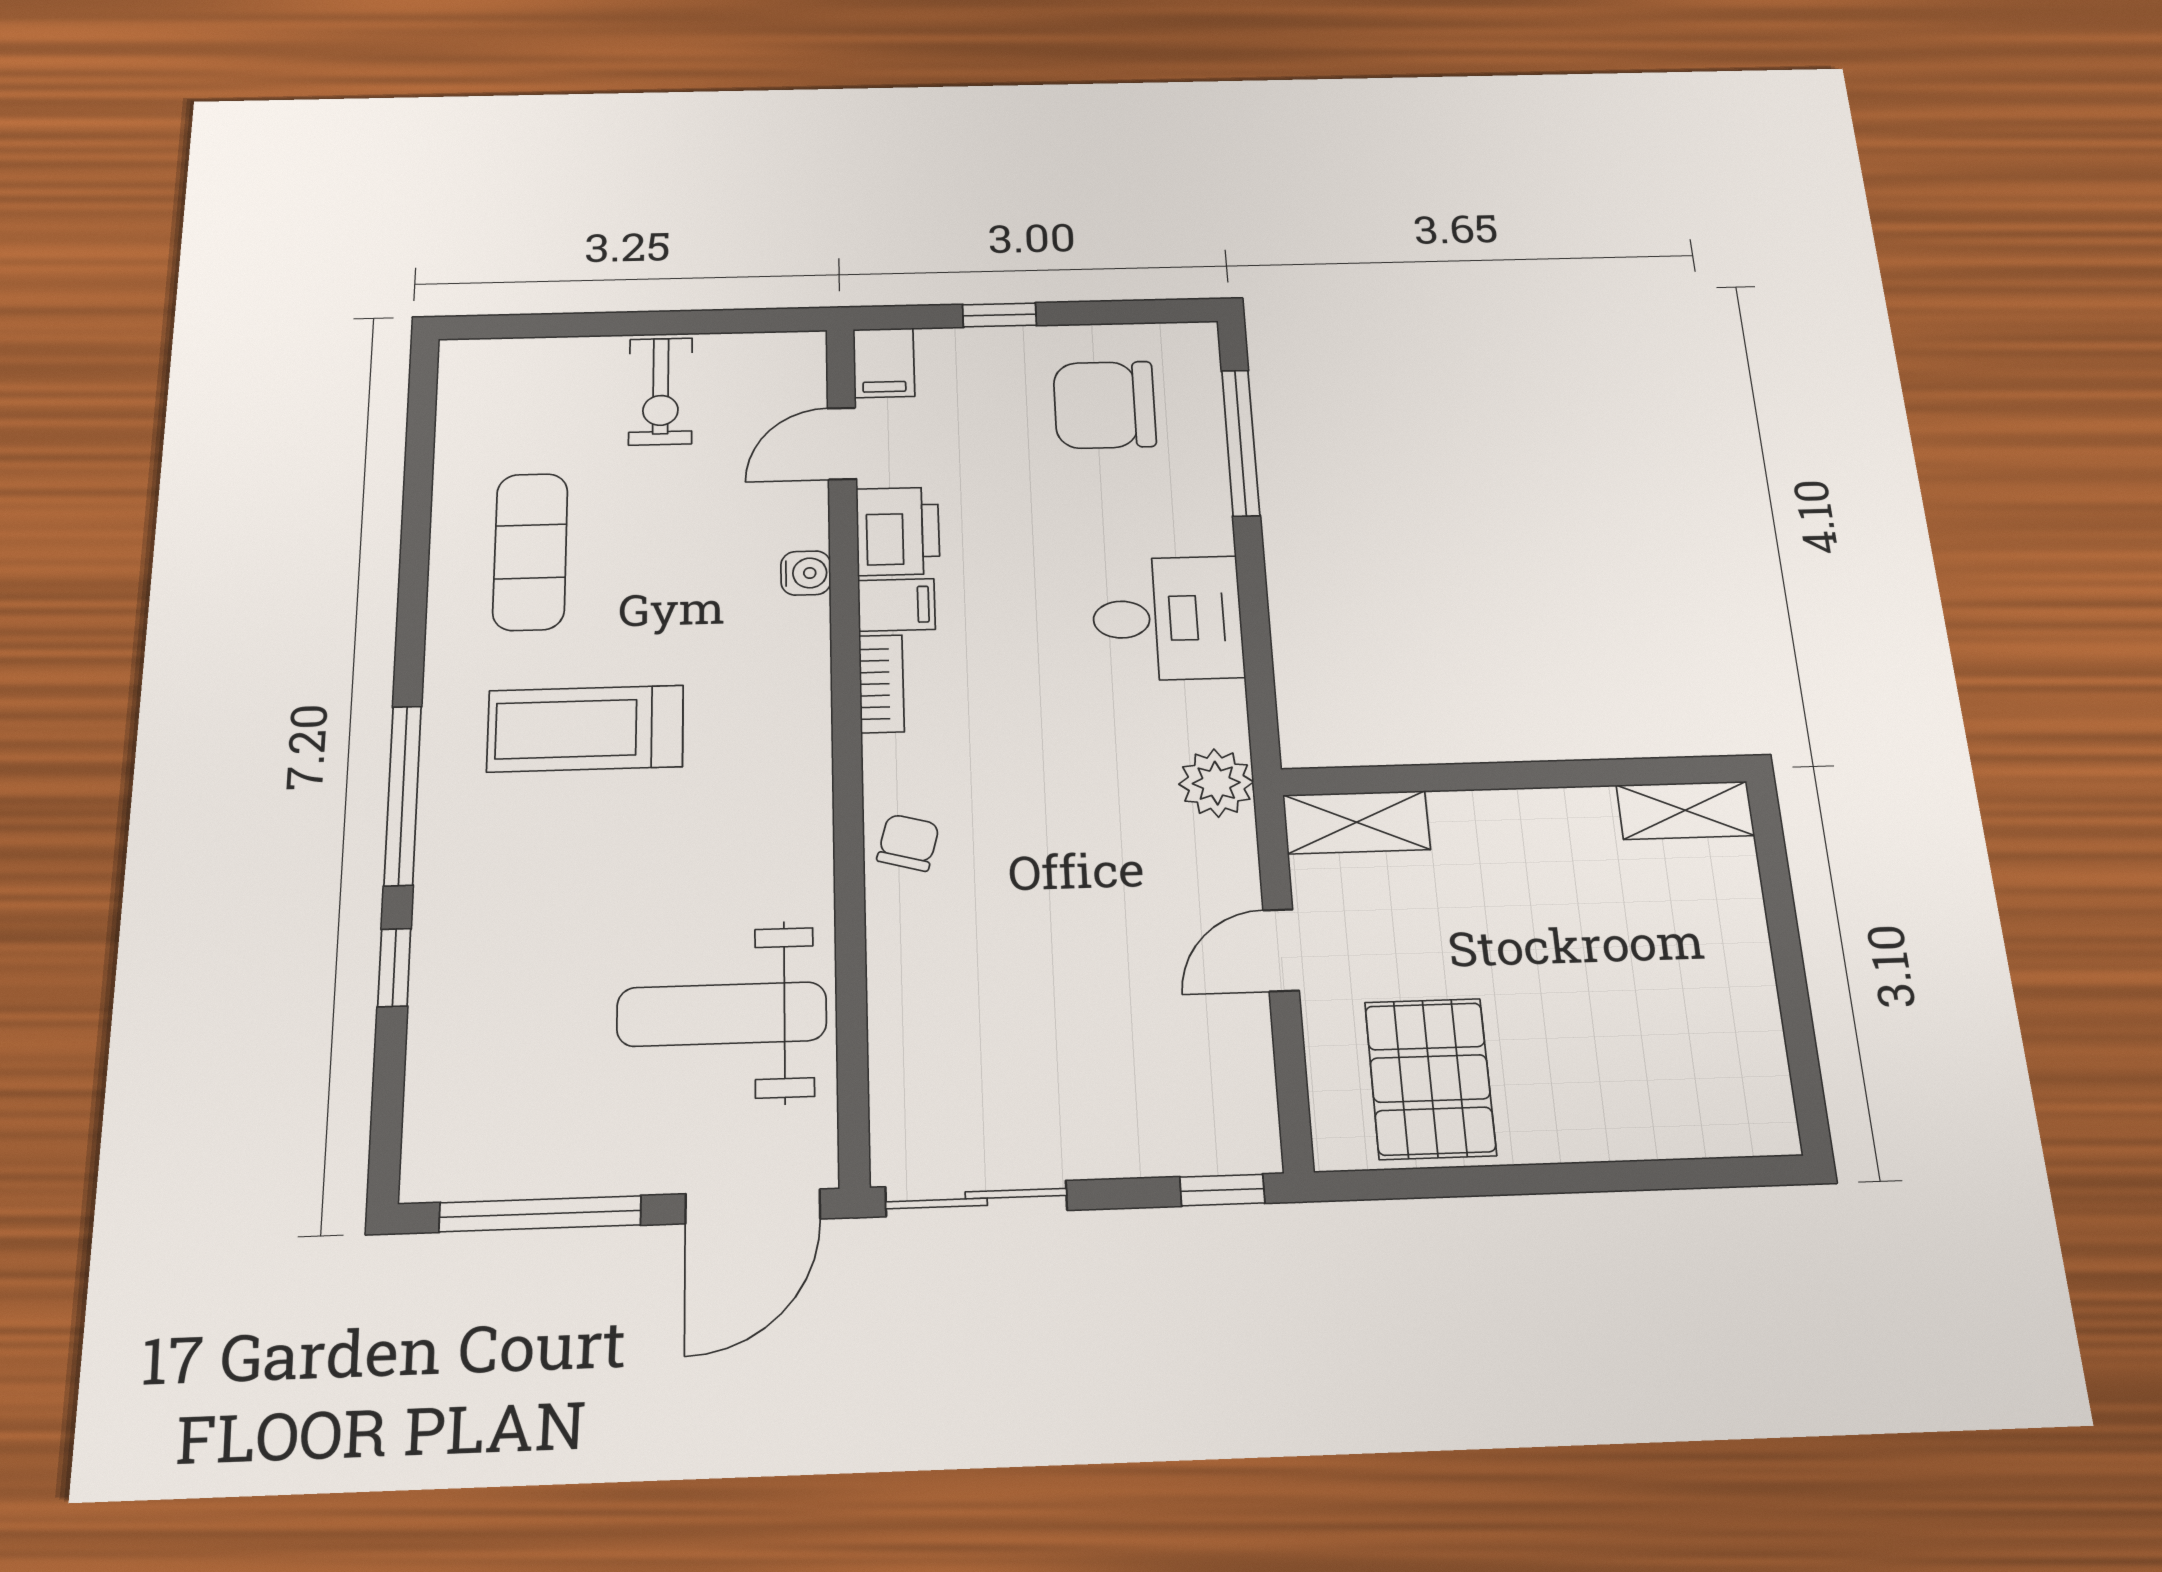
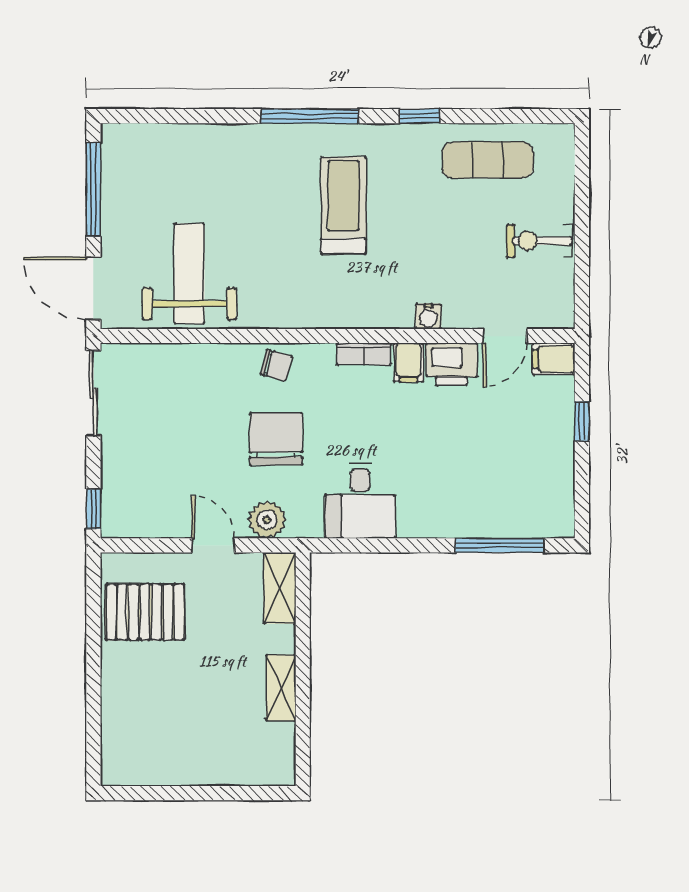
chair: (1105, 405) -> (276, 439), moved
door: (842, 444) -> (505, 336), swing flipped
exercise mat: (530, 551) -> (488, 160), moved
desk: (1167, 618) -> (360, 501), moved
plant: (1216, 783) -> (267, 520), moved
shelving: (1685, 810) -> (281, 688), moved
window: (394, 968) -> (419, 116), moved

